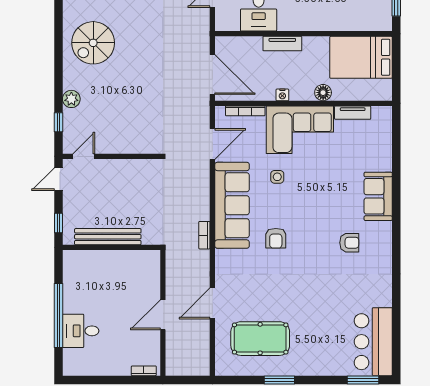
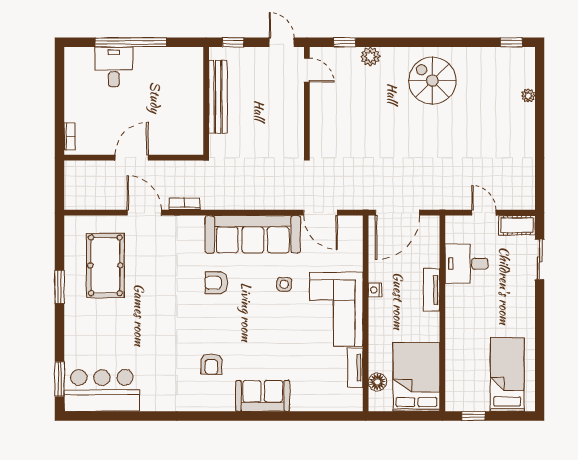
floor lamp: (323, 93) -> (377, 382), moved
bookcase: (245, 111) -> (357, 249), removed
bookcase: (204, 235) -> (185, 204), moved
door: (163, 315) -> (132, 158), hinge flipped

